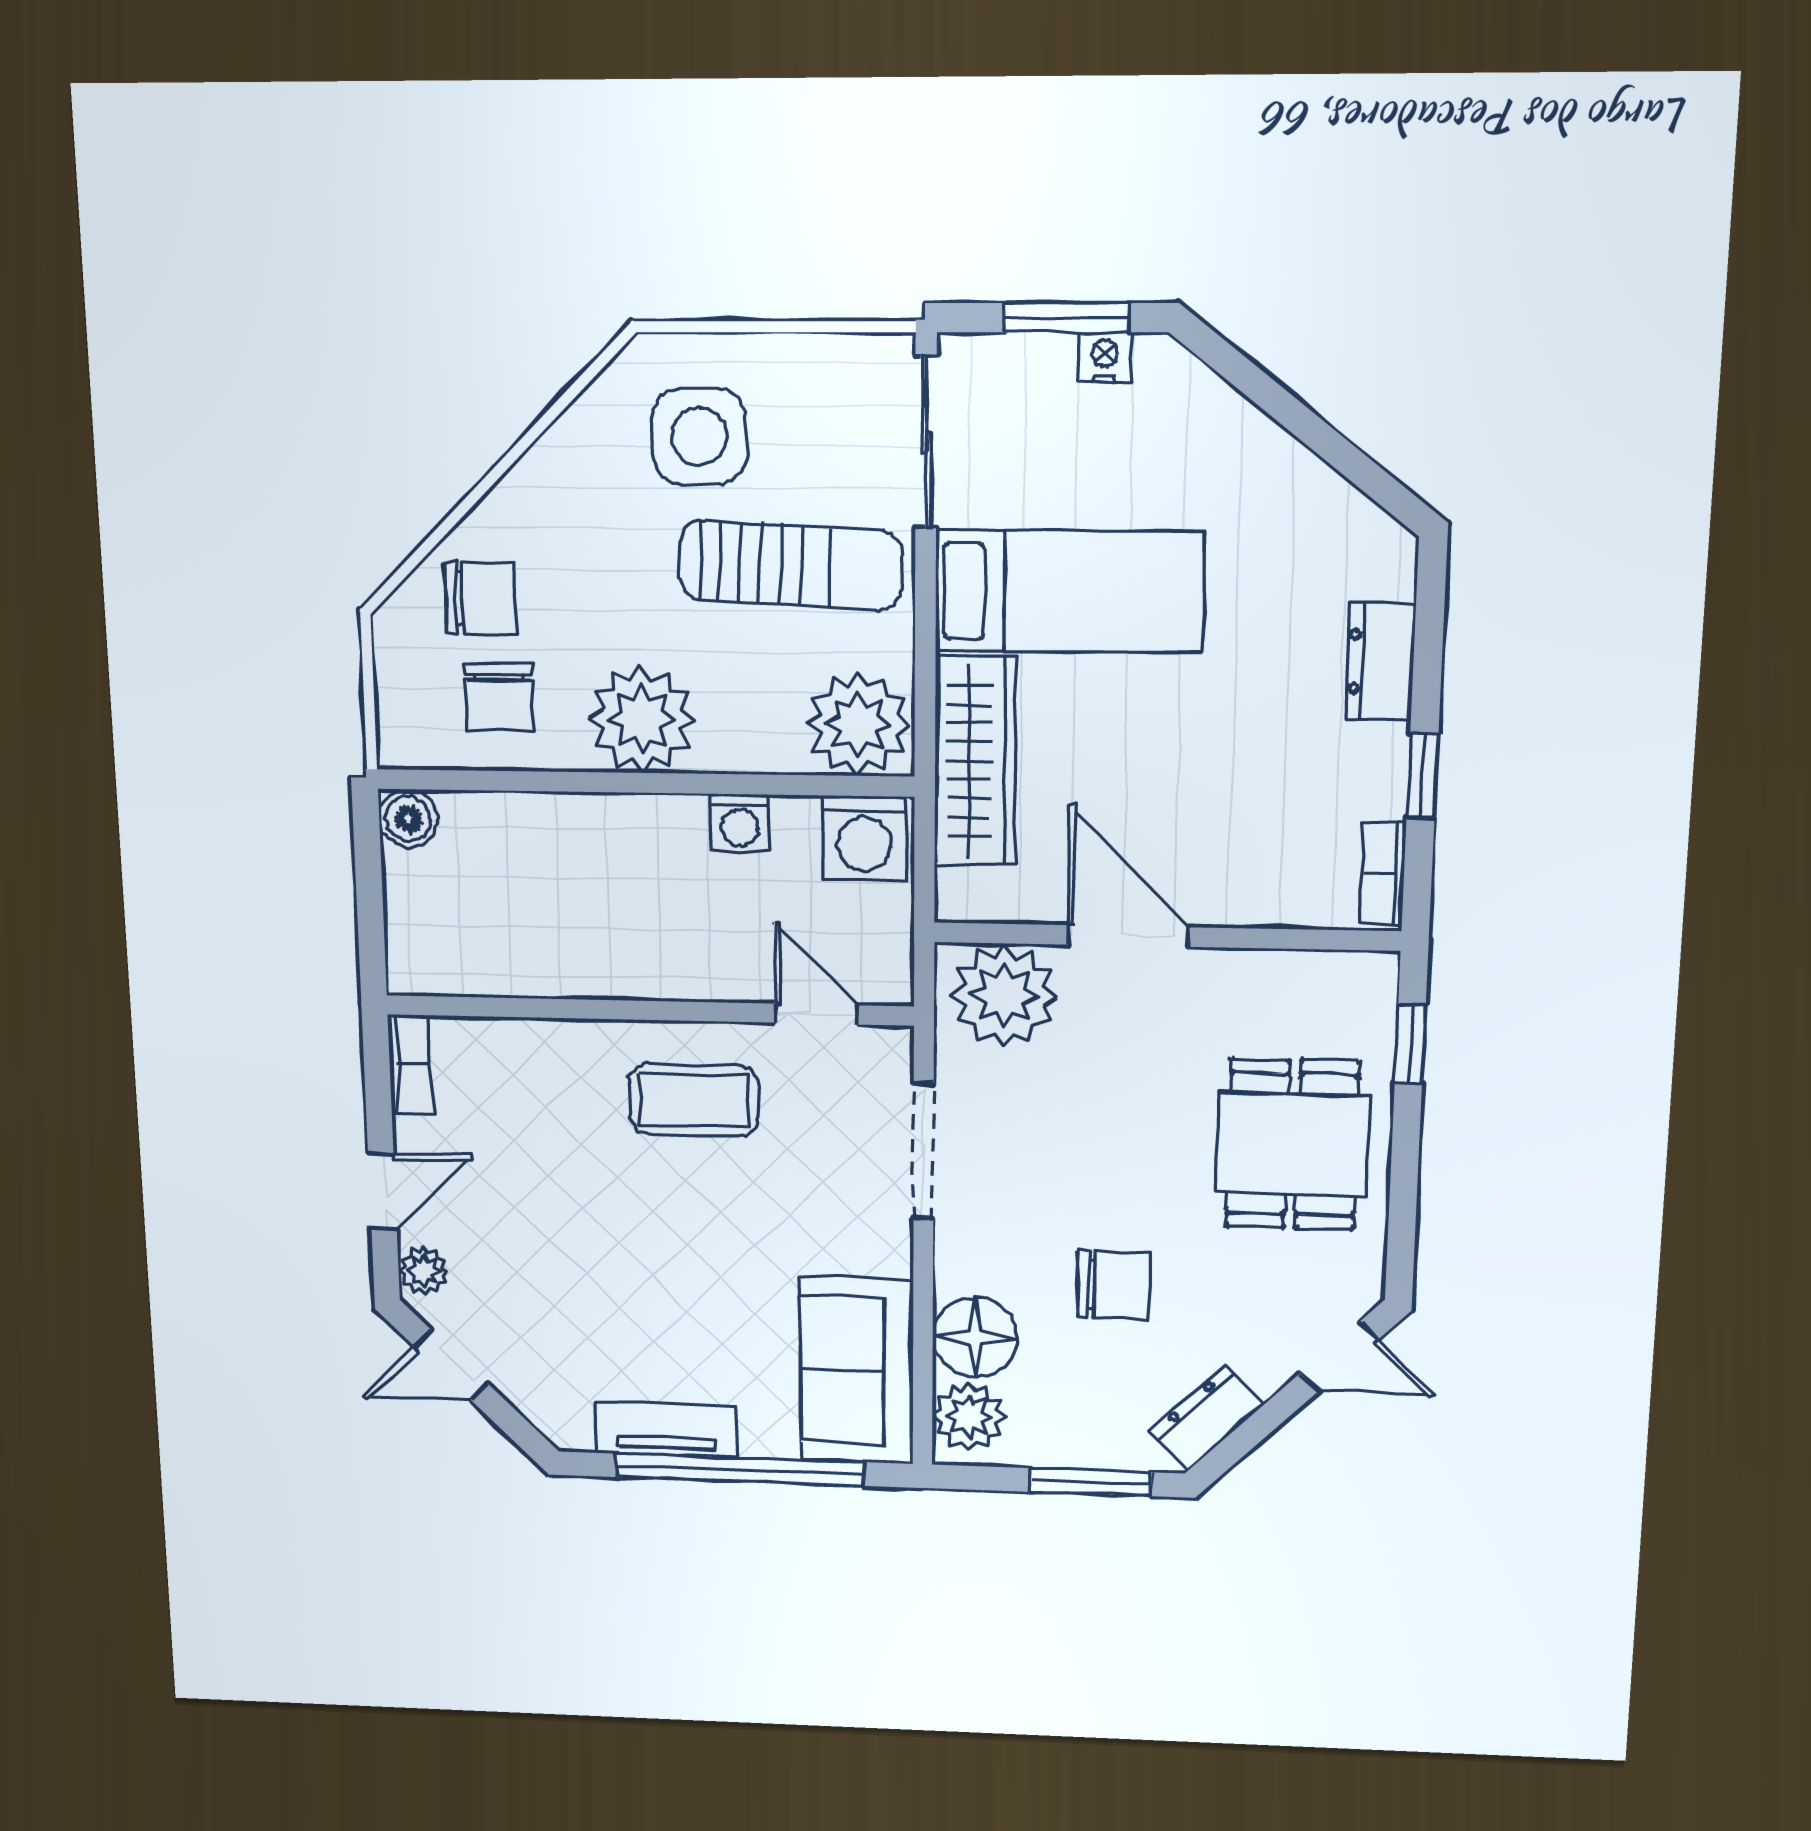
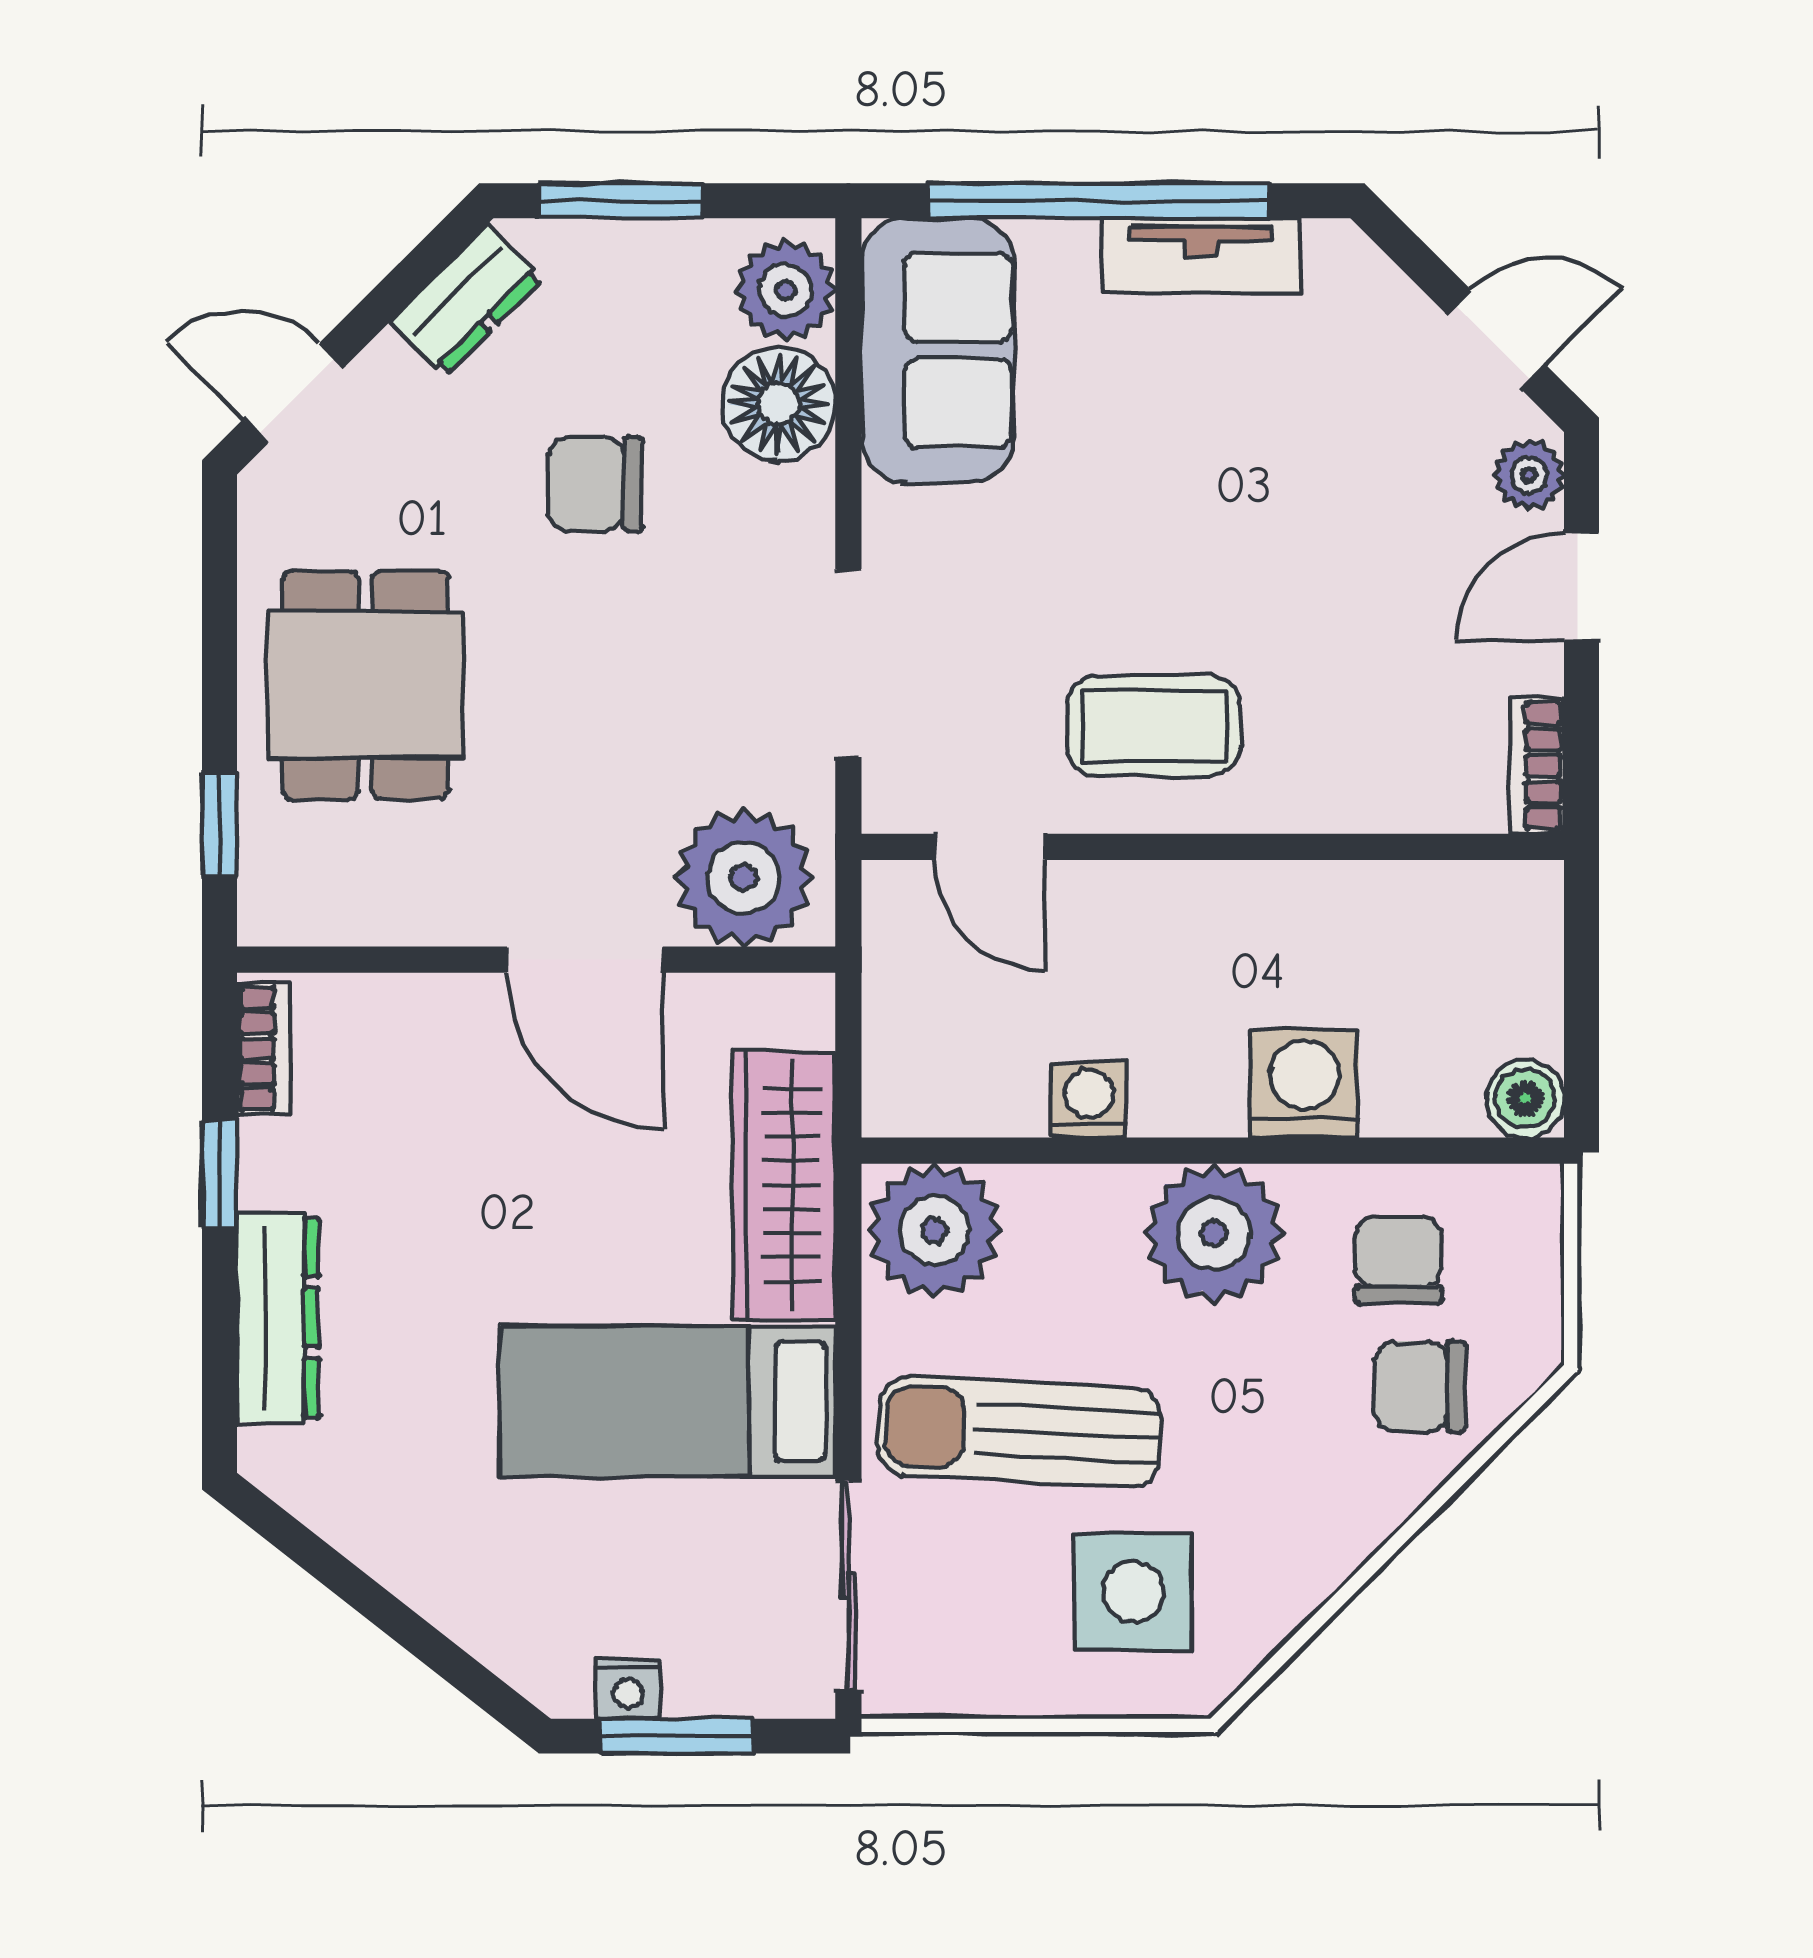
dresser: (1380, 662) -> (278, 1318), width x1.44
washing machine: (864, 837) -> (1304, 1083), moved

